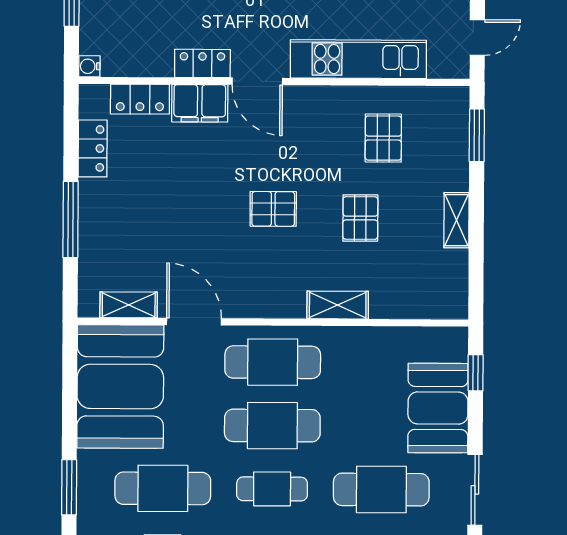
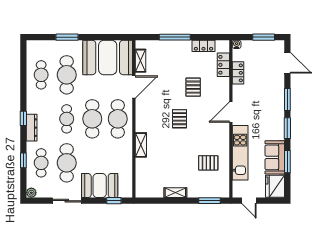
locker: (202, 63) -> (238, 73), moved
filing cabinet: (200, 103) -> (222, 89), removed
pallet: (360, 218) -> (193, 87), moved, turned 90

